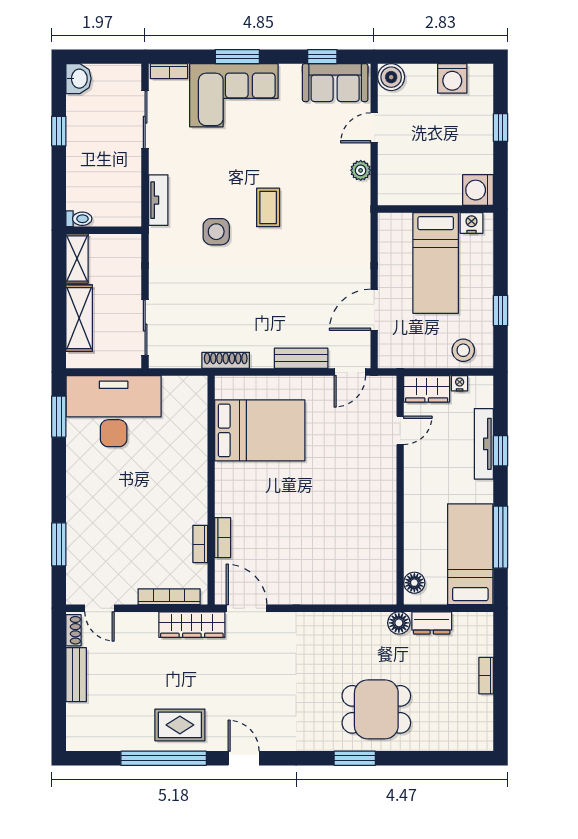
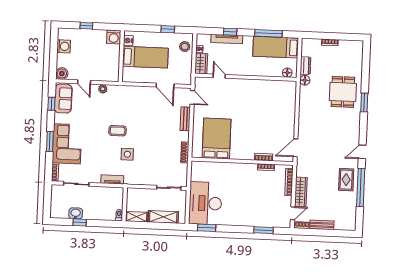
washbasin: (79, 79) -> (76, 213), moved
wardrobe: (192, 625) -> (301, 192), moved

